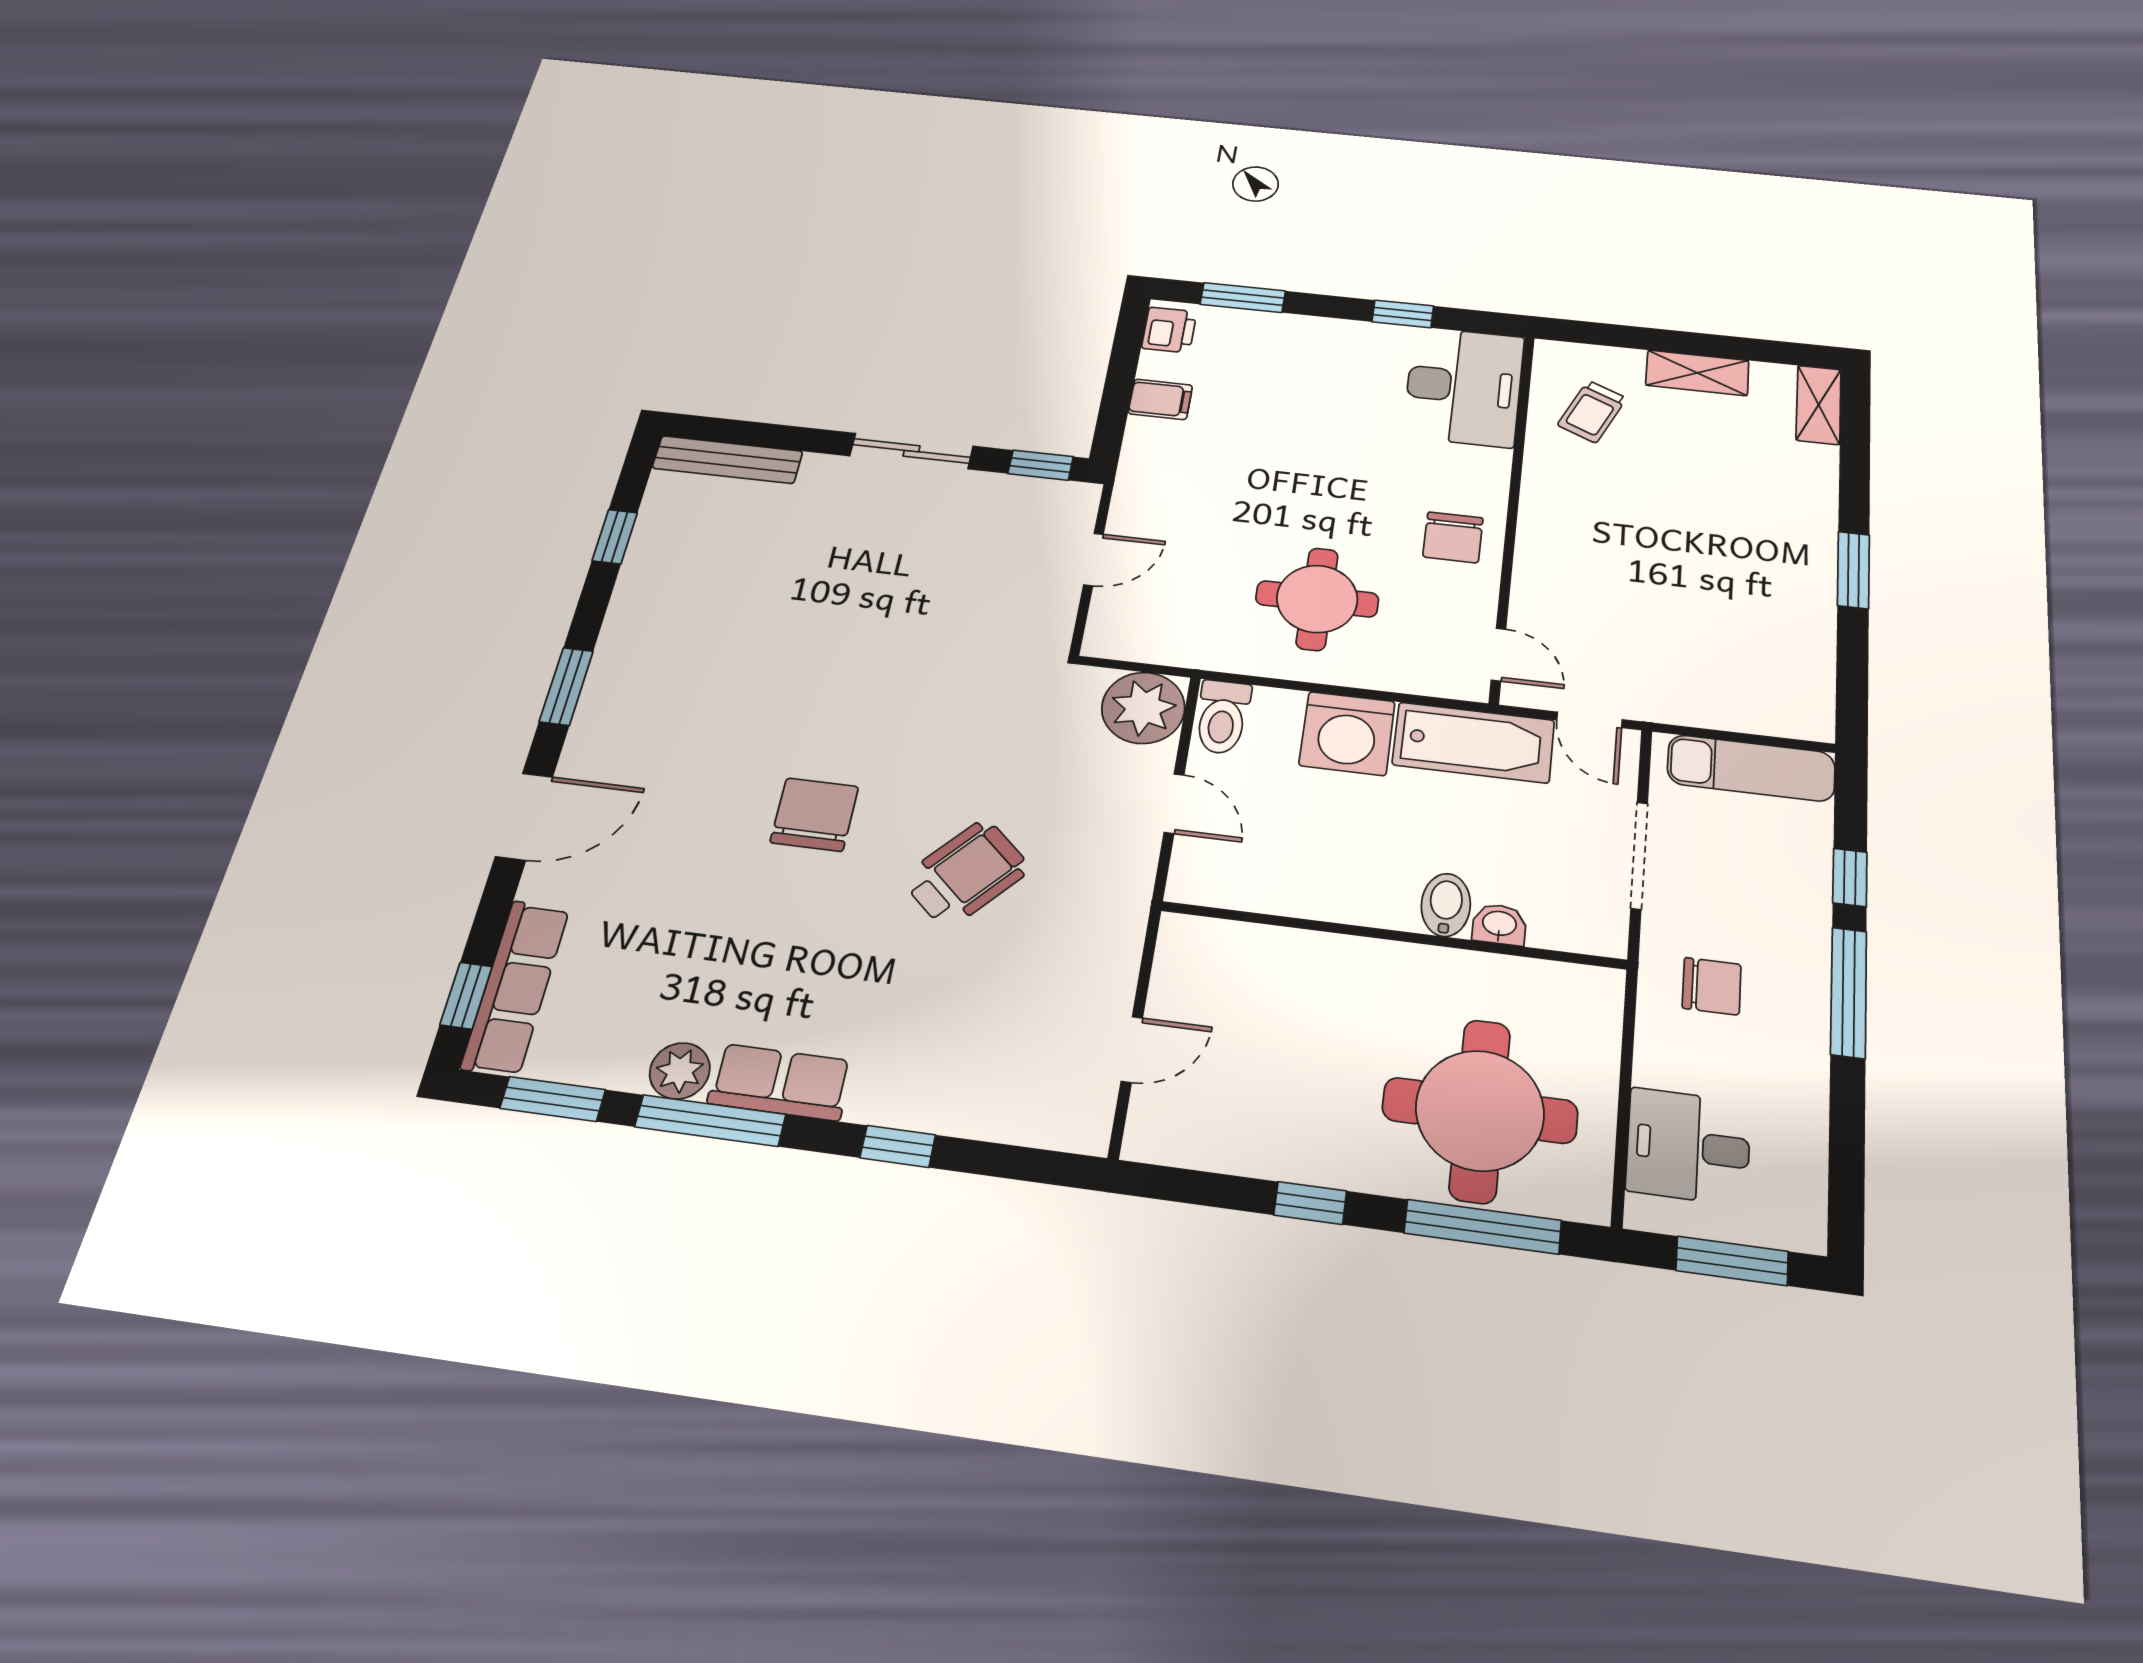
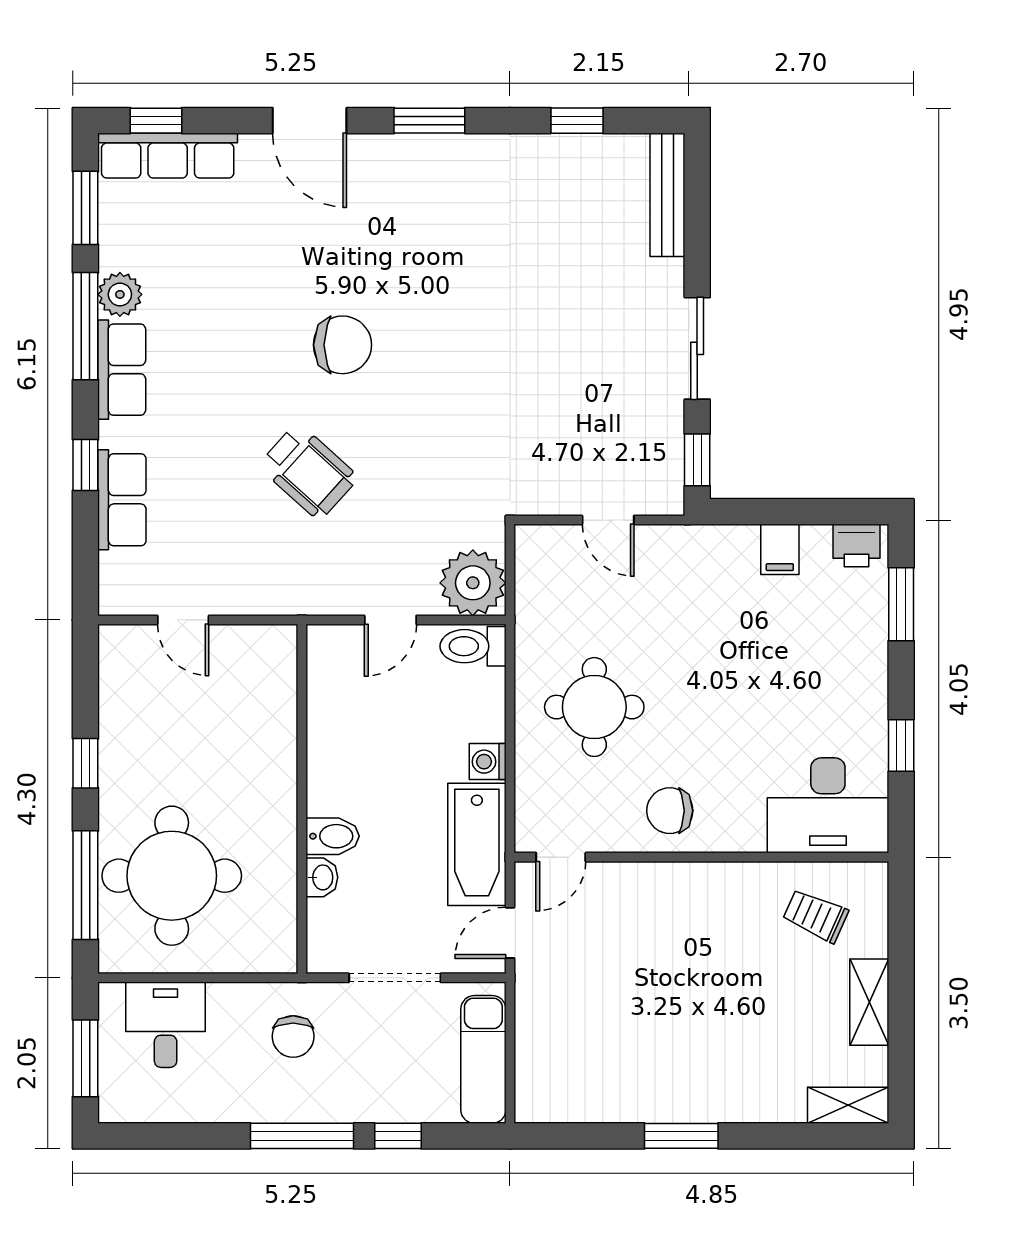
washing machine: (1347, 733) -> (488, 762), width x0.53, depth x0.53
row of seats: (955, 1105) -> (122, 500), added

